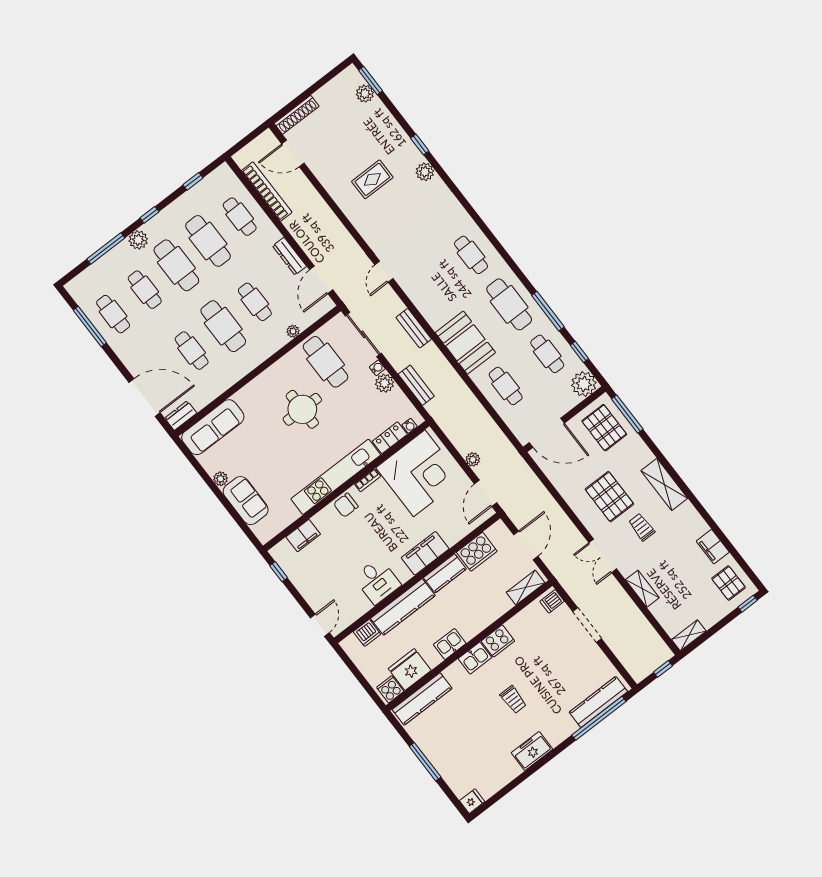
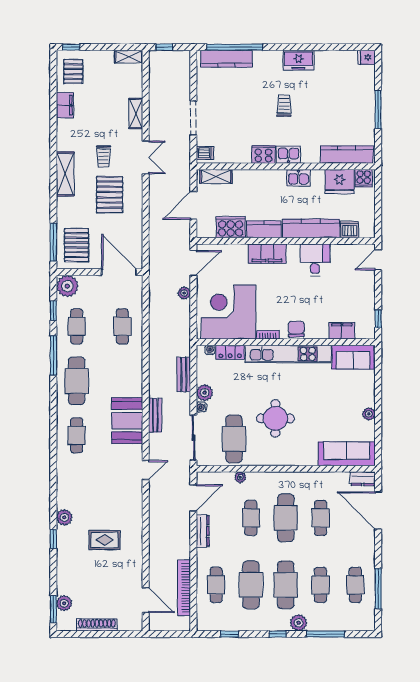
shoe rack: (297, 115) -> (97, 625), moved
booth: (465, 343) -> (127, 421), moved
sofa: (246, 501) -> (353, 357), moved, turned -90
chair: (346, 505) -> (296, 329), turned -90

